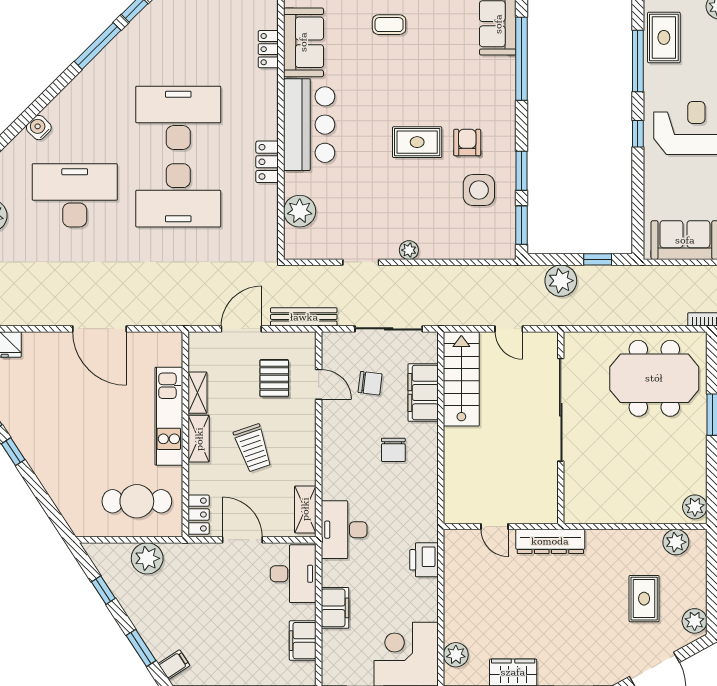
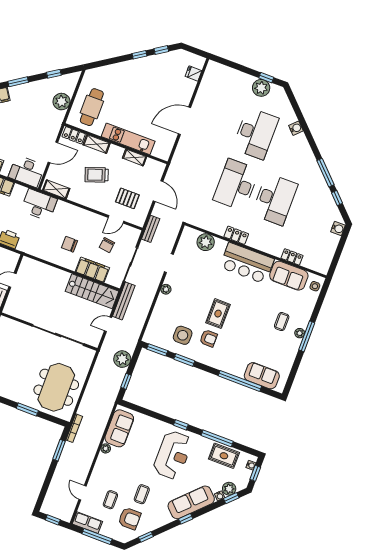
bench: (457, 316) -> (124, 301), added
bench: (304, 317) -> (151, 229), width x0.73
shelving: (199, 439) -> (97, 144), moved

